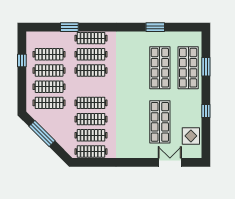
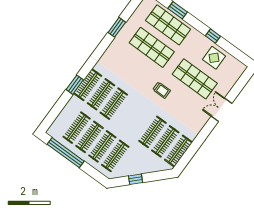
window: (69, 27) -> (75, 85), moved
window: (22, 60) -> (66, 153), width x3.17
trolley: (131, 101) -> (162, 90), added
clothes rail: (91, 103) -> (140, 123), removed
window: (42, 134) -> (135, 179), width x0.46
display table: (191, 136) -> (214, 58), moved
double door: (170, 162) -> (222, 110), moved

